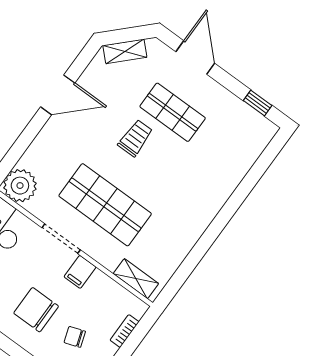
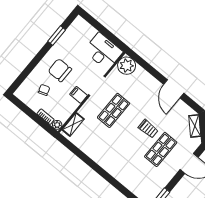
shop shelf: (105, 205) -> (114, 110), width x0.70, depth x0.74
plant: (138, 308) -> (57, 125), added
chair: (36, 310) -> (60, 70), turned -90

